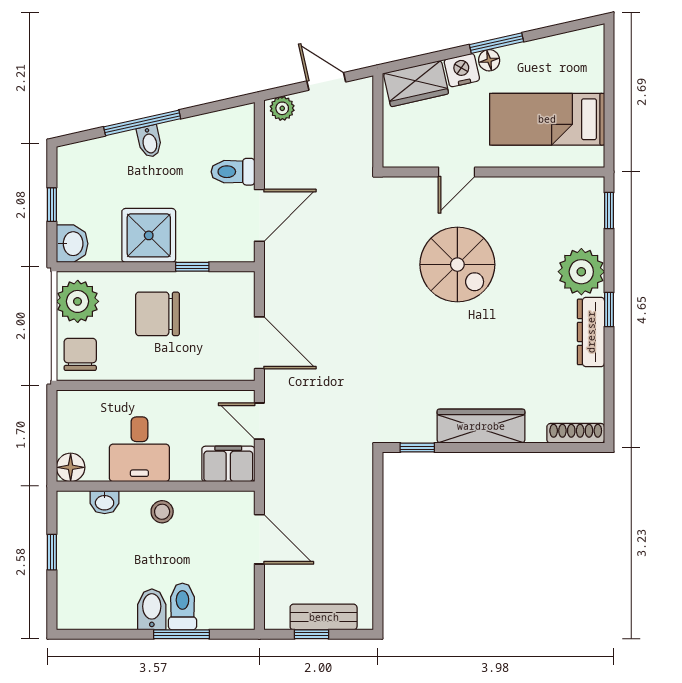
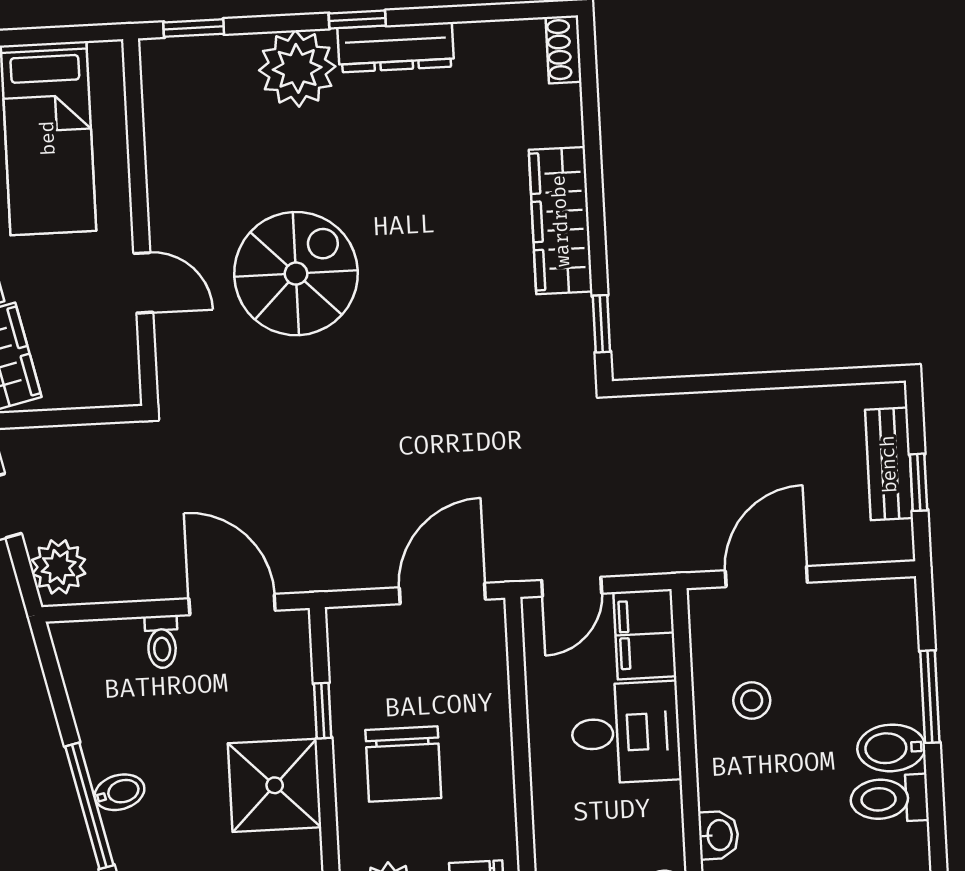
plant: (282, 108) -> (59, 567), width x1.38, depth x1.38
toilet: (233, 172) -> (162, 642), width x0.73, depth x0.72
shoe rack: (576, 433) -> (563, 49), width x0.70
desk: (139, 449) -> (626, 733), moved
stool: (162, 512) -> (752, 700), moved
toilet: (182, 607) -> (889, 799), moved

